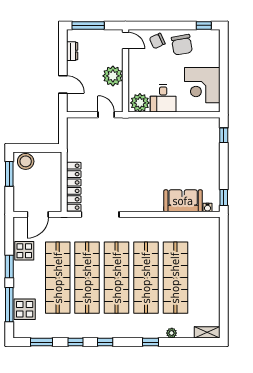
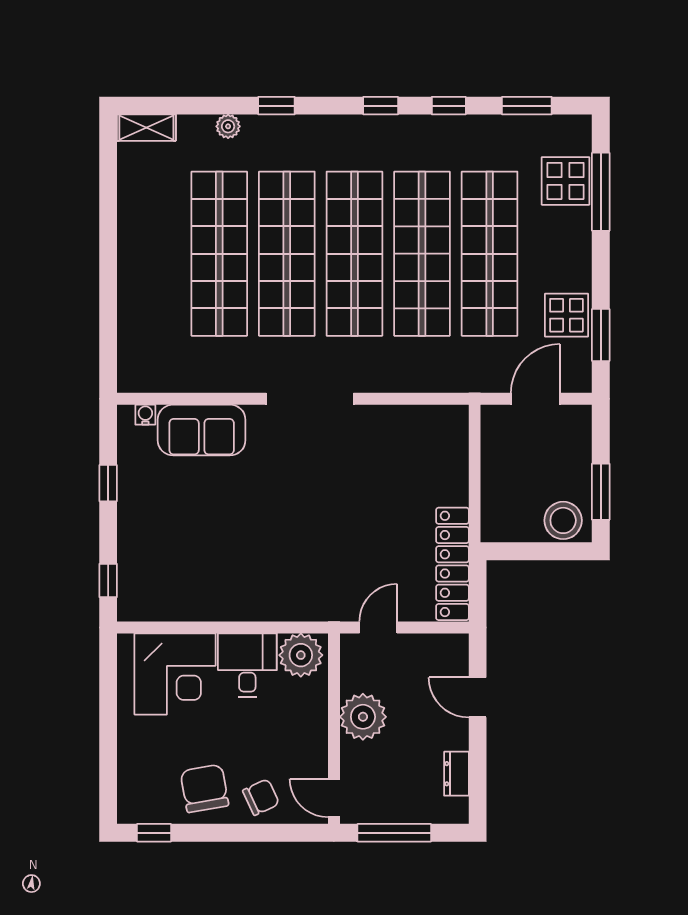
window: (88, 25) -> (394, 833), moved
corner desk: (202, 85) -> (175, 674), moved, turned 90
door: (106, 115) -> (378, 628), swing flipped
locker: (74, 187) -> (452, 564), moved
window: (224, 198) -> (108, 483), moved
doorway: (100, 214) -> (310, 399), moved
window: (9, 266) -> (601, 335), moved

